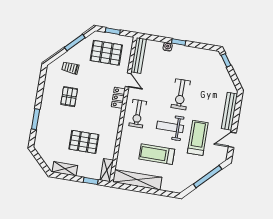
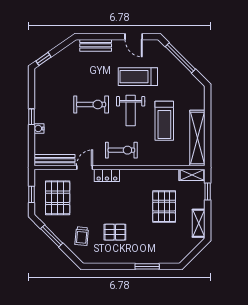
bench: (229, 111) -> (96, 45), width x0.73

